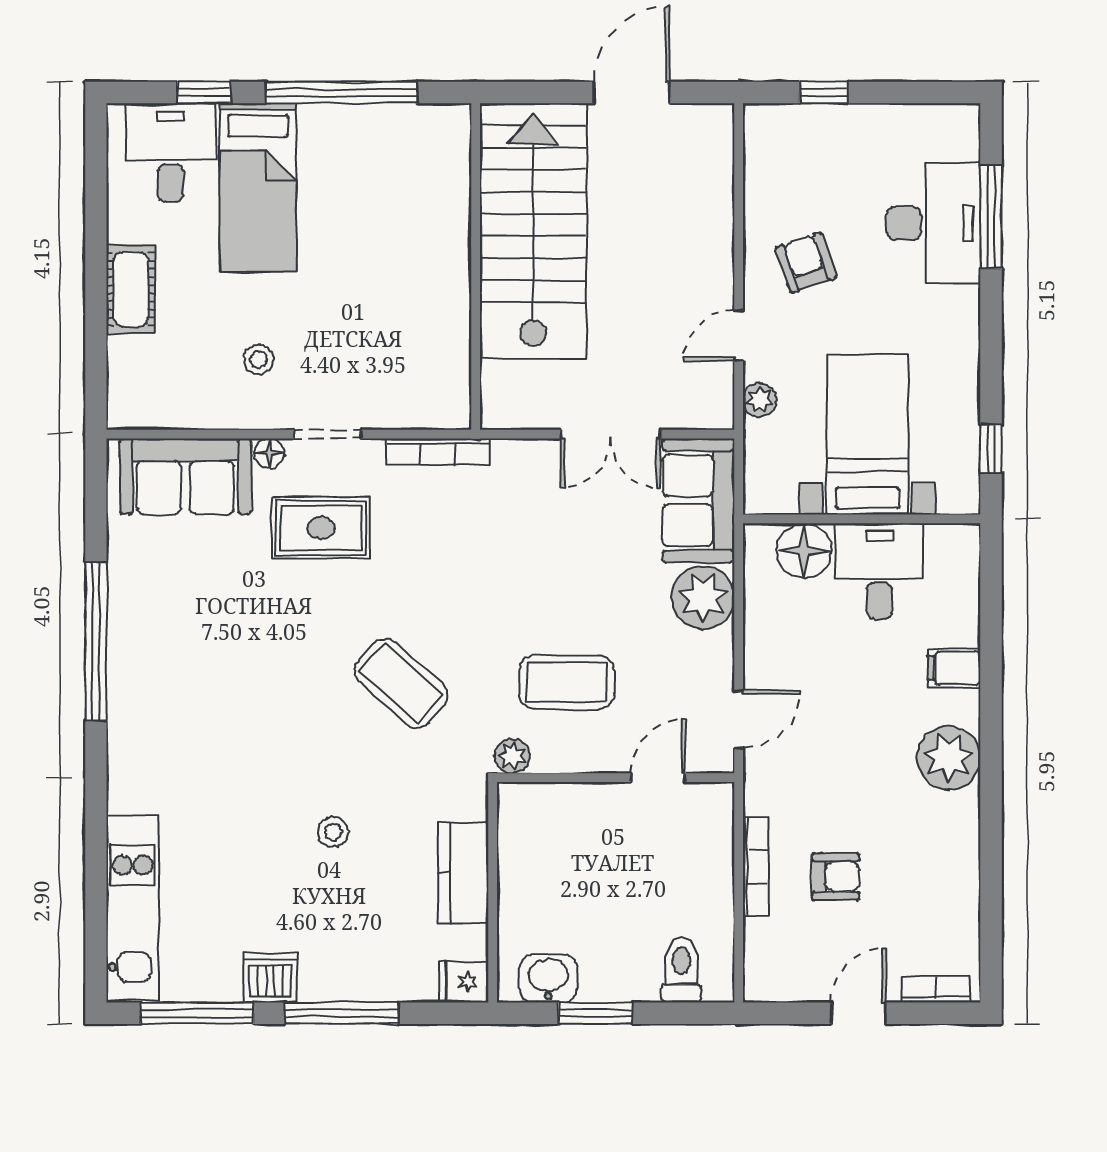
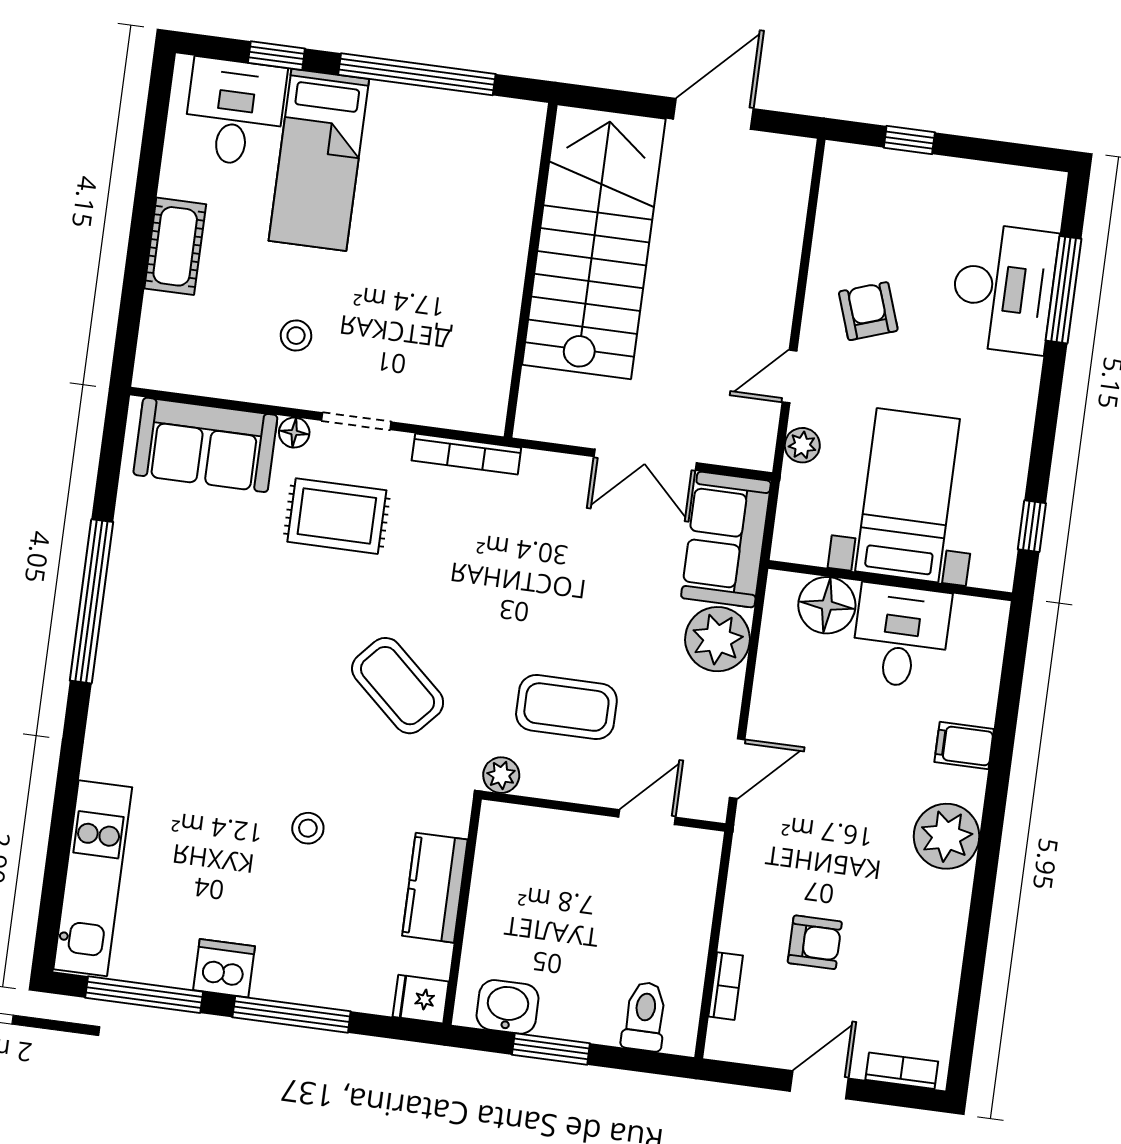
bookcase: (756, 867) -> (726, 986), moved, width x0.64

